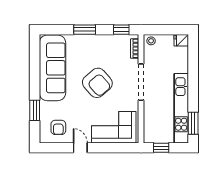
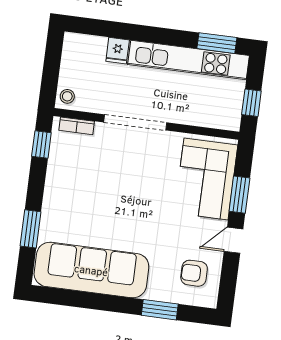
window: (85, 30) -> (30, 229), moved
fridge: (181, 40) -> (118, 51), moved
armchair: (97, 83) -> (127, 197), removed
armchair: (58, 127) -> (194, 273), turned 180
window: (107, 148) -> (239, 195), added

